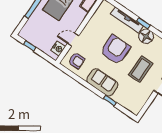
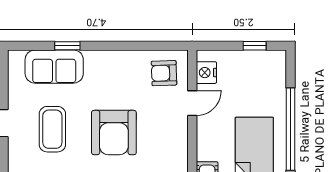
sofa: (102, 82) -> (54, 67), moved

